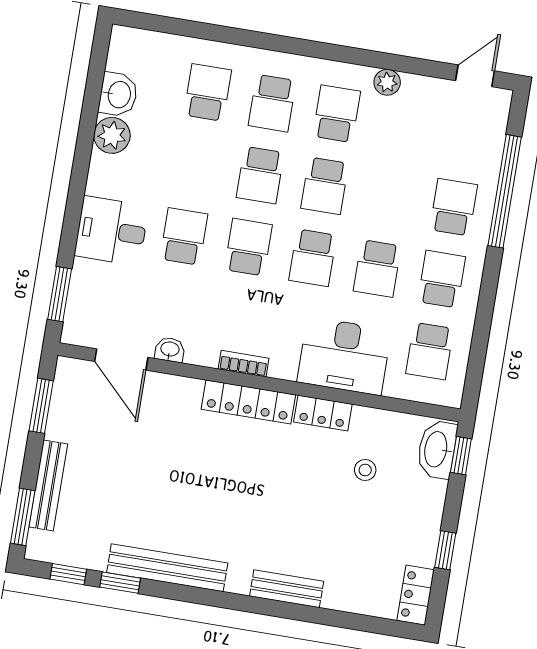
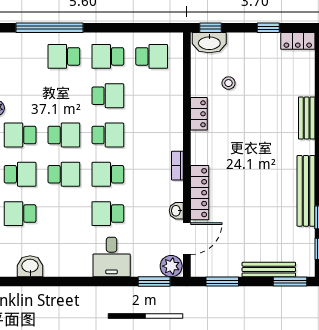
plant: (112, 135) -> (171, 266), moved
desk: (344, 356) -> (163, 107), removed
locker: (248, 402) -> (200, 193), moved

